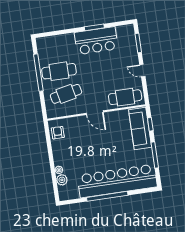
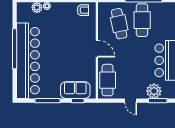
plant: (129, 48) -> (154, 91), added
door: (142, 71) -> (131, 101), swing flipped
door: (95, 113) -> (97, 49), swing flipped
sofa: (140, 128) -> (75, 90), width x0.73

